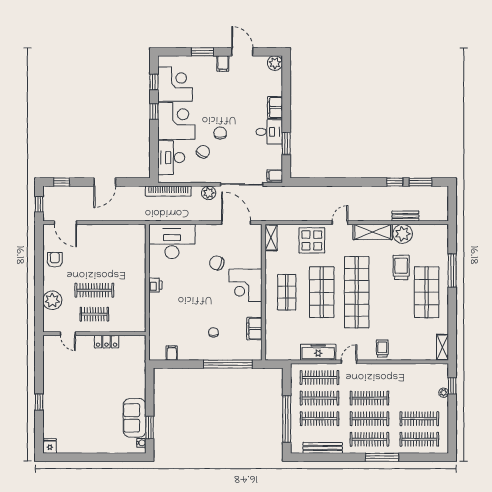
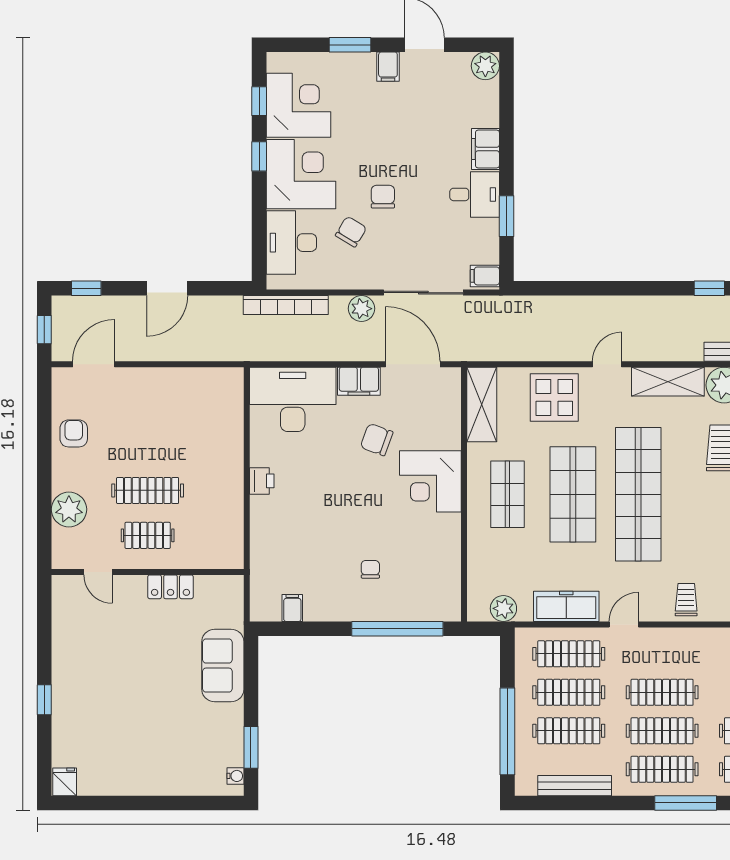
door: (65, 223) -> (94, 364), swing flipped
shelving: (271, 238) -> (482, 404), width x1.50, depth x1.33
filing cabinet: (254, 329) -> (359, 381), moved, turned -90
plant: (285, 353) -> (503, 608), added
sofa: (135, 418) -> (223, 666), moved

